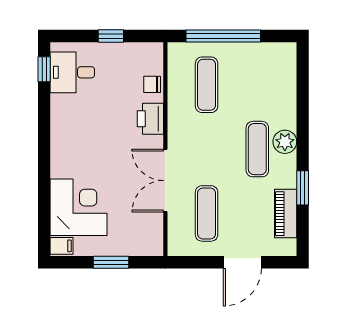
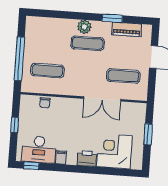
desk: (72, 72) -> (39, 150), width x1.37
printer: (150, 119) -> (87, 158), moved, turned 180
filing cabinet: (62, 246) -> (61, 157), moved

